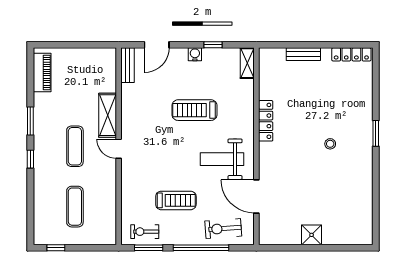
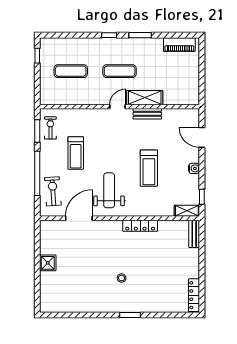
window: (213, 45) -> (202, 197), moved
bench: (303, 54) -> (194, 234), moved
bench: (127, 65) -> (147, 114), moved
treadmill: (195, 110) -> (149, 168), turned 180

